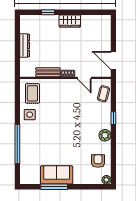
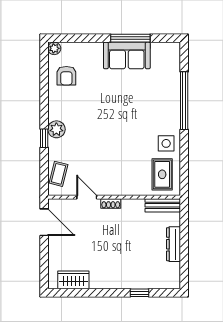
wardrobe: (70, 21) -> (73, 280), moved
bench: (48, 72) -> (163, 205), moved
plant: (105, 135) -> (56, 129), moved

